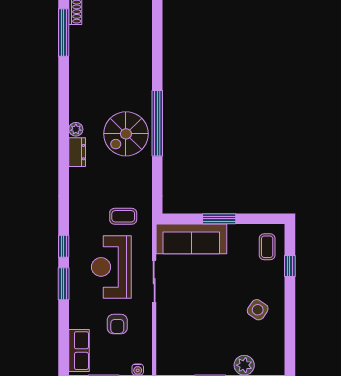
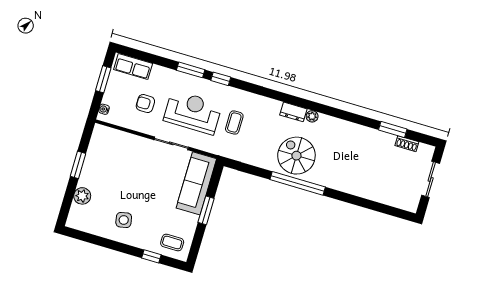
window: (64, 33) -> (393, 129), width x0.69
coffee table: (123, 216) -> (234, 122), moved
side table: (258, 310) -> (124, 220), turned 45

